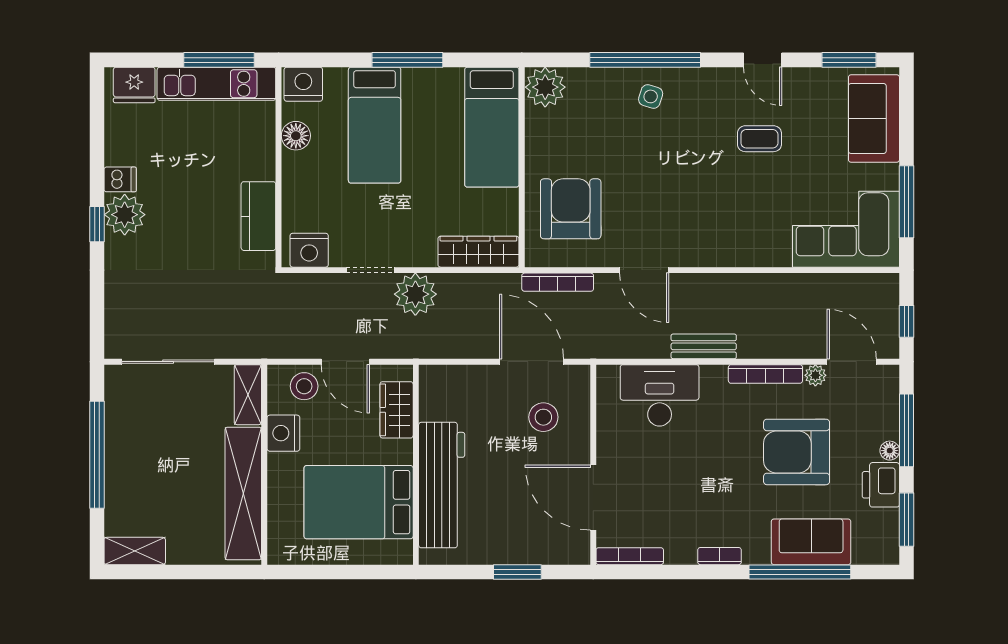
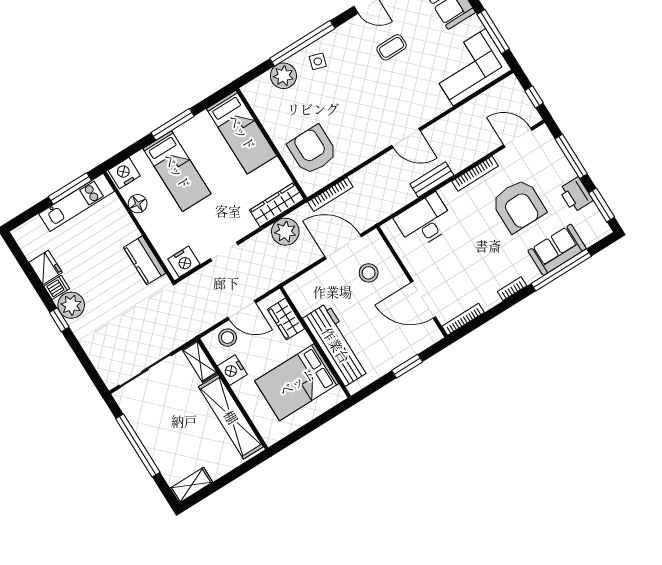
fridge: (134, 85) -> (46, 267), moved, turned -90
plant: (545, 87) -> (283, 76), moved
door: (644, 270) -> (406, 138), moved
plant: (415, 294) -> (285, 232), moved
plant: (815, 375) -> (503, 157), removed
floor lamp: (890, 451) -> (569, 173), removed
armchair: (797, 452) -> (519, 206), turned -90

